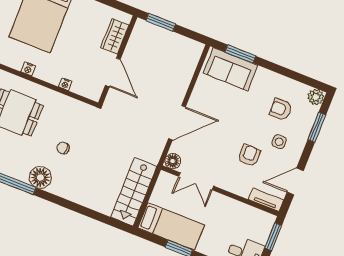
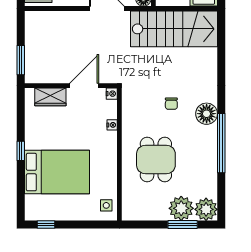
nightstand: (28, 69) -> (112, 94), moved
stairs: (134, 192) -> (174, 29), width x1.36, depth x1.51

